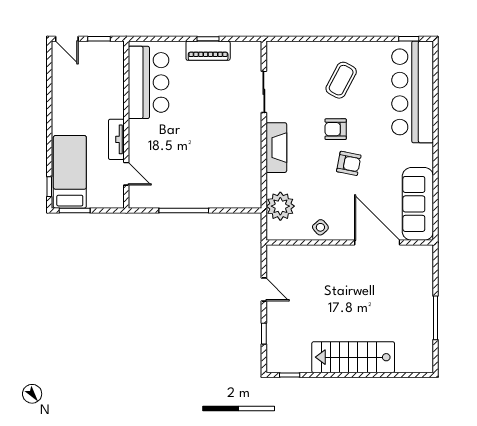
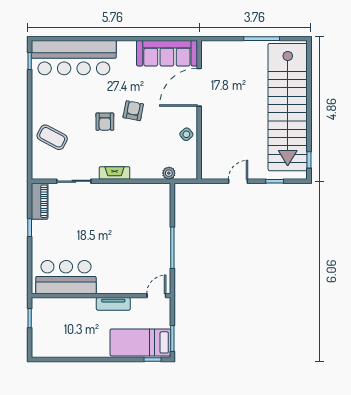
door: (67, 39) -> (30, 345), removed
piano: (208, 51) -> (40, 201), moved
coffee table: (341, 80) -> (52, 137), moved
fireplace: (276, 148) -> (115, 173), width x0.73, depth x0.76
door: (126, 174) -> (156, 296), moved
plant: (280, 206) -> (169, 173), width x0.53, depth x0.53
stairs: (353, 357) -> (288, 107), width x1.86, depth x1.51

